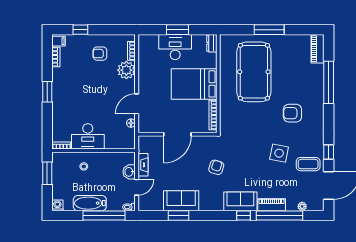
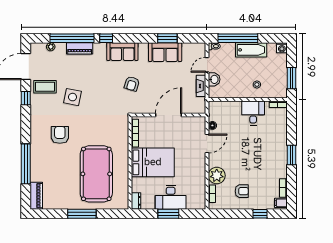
armchair: (292, 113) -> (60, 135), turned -90
desk: (88, 136) -> (253, 113), width x0.73
sofa: (240, 201) -> (122, 52), moved

